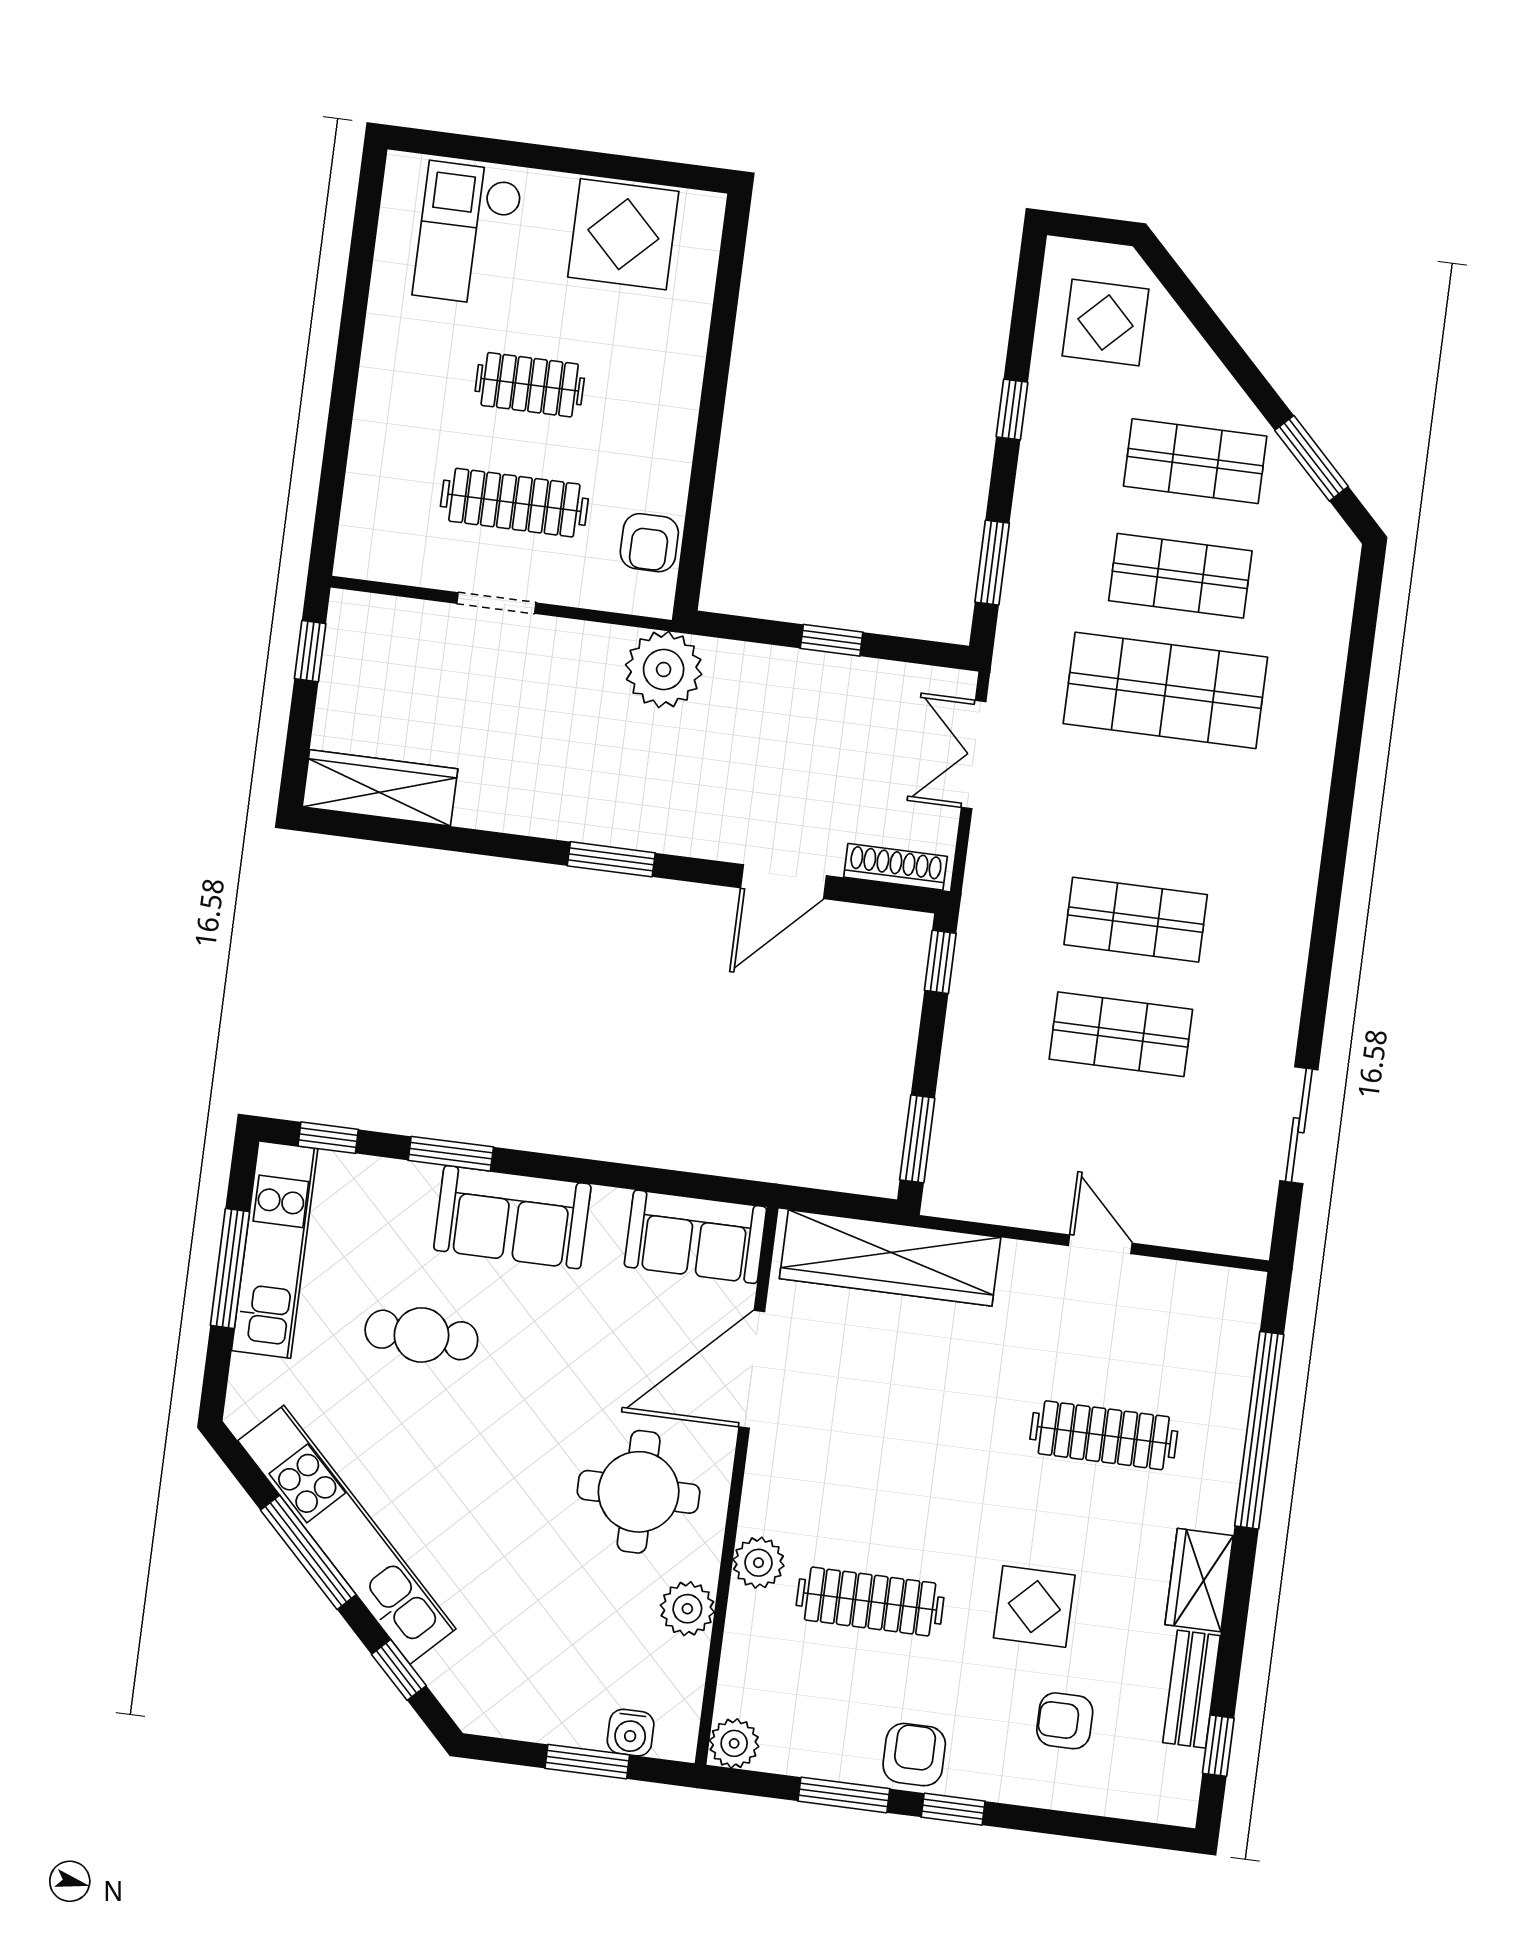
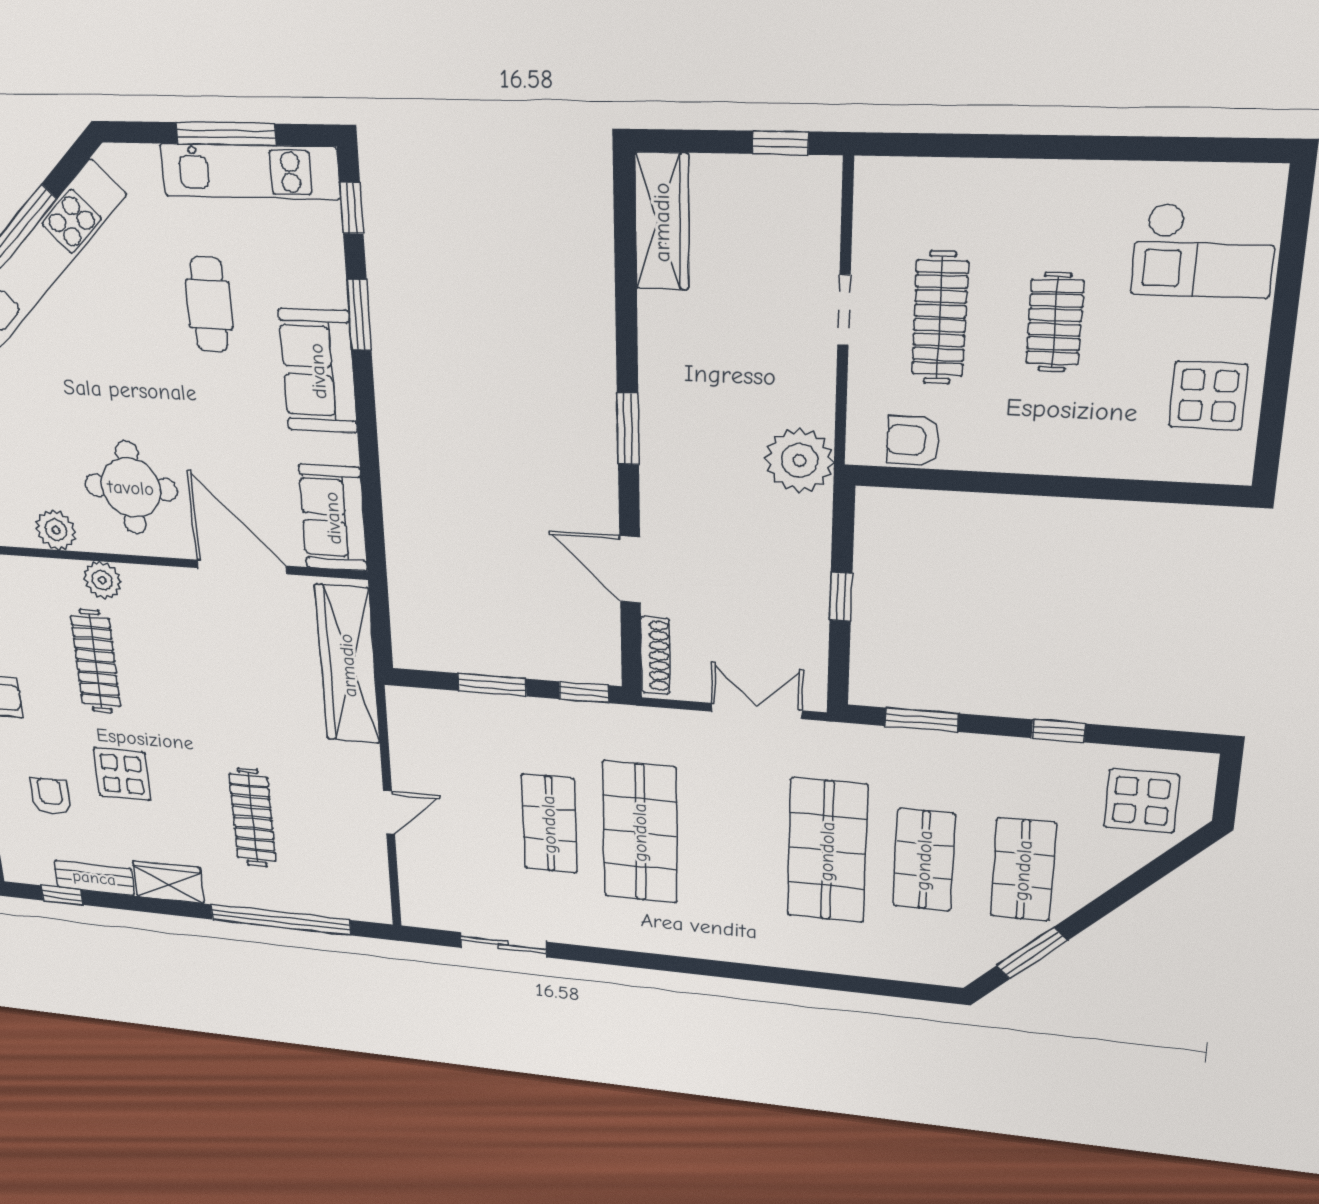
checkout: (468, 234) -> (1204, 251), turned 180
display table: (623, 234) -> (1208, 396), width x0.73, depth x0.73
shop shelf: (1136, 920) -> (640, 832), width x1.43, depth x1.36
window: (917, 1139) -> (492, 685), moved

